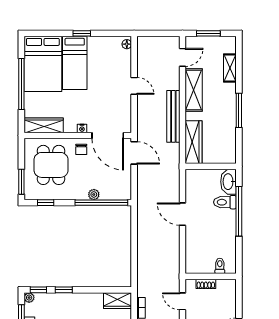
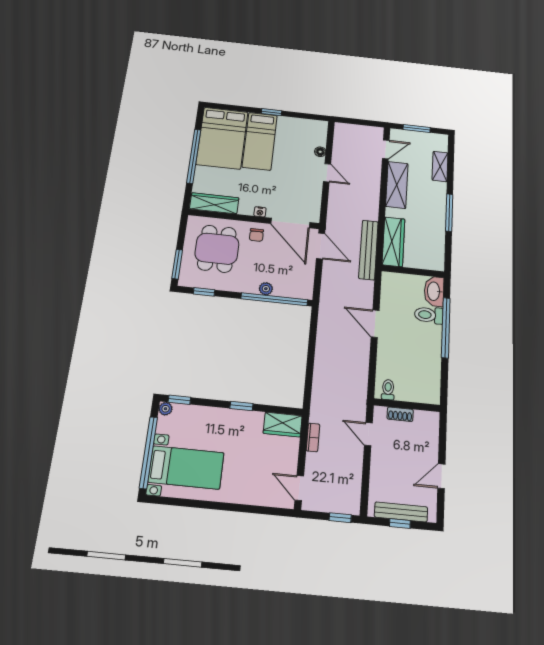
floor lamp: (127, 44) -> (320, 152), moved
bench: (173, 116) -> (368, 250), moved
toilet: (220, 266) -> (388, 390), moved
window: (64, 290) -> (241, 406), moved

